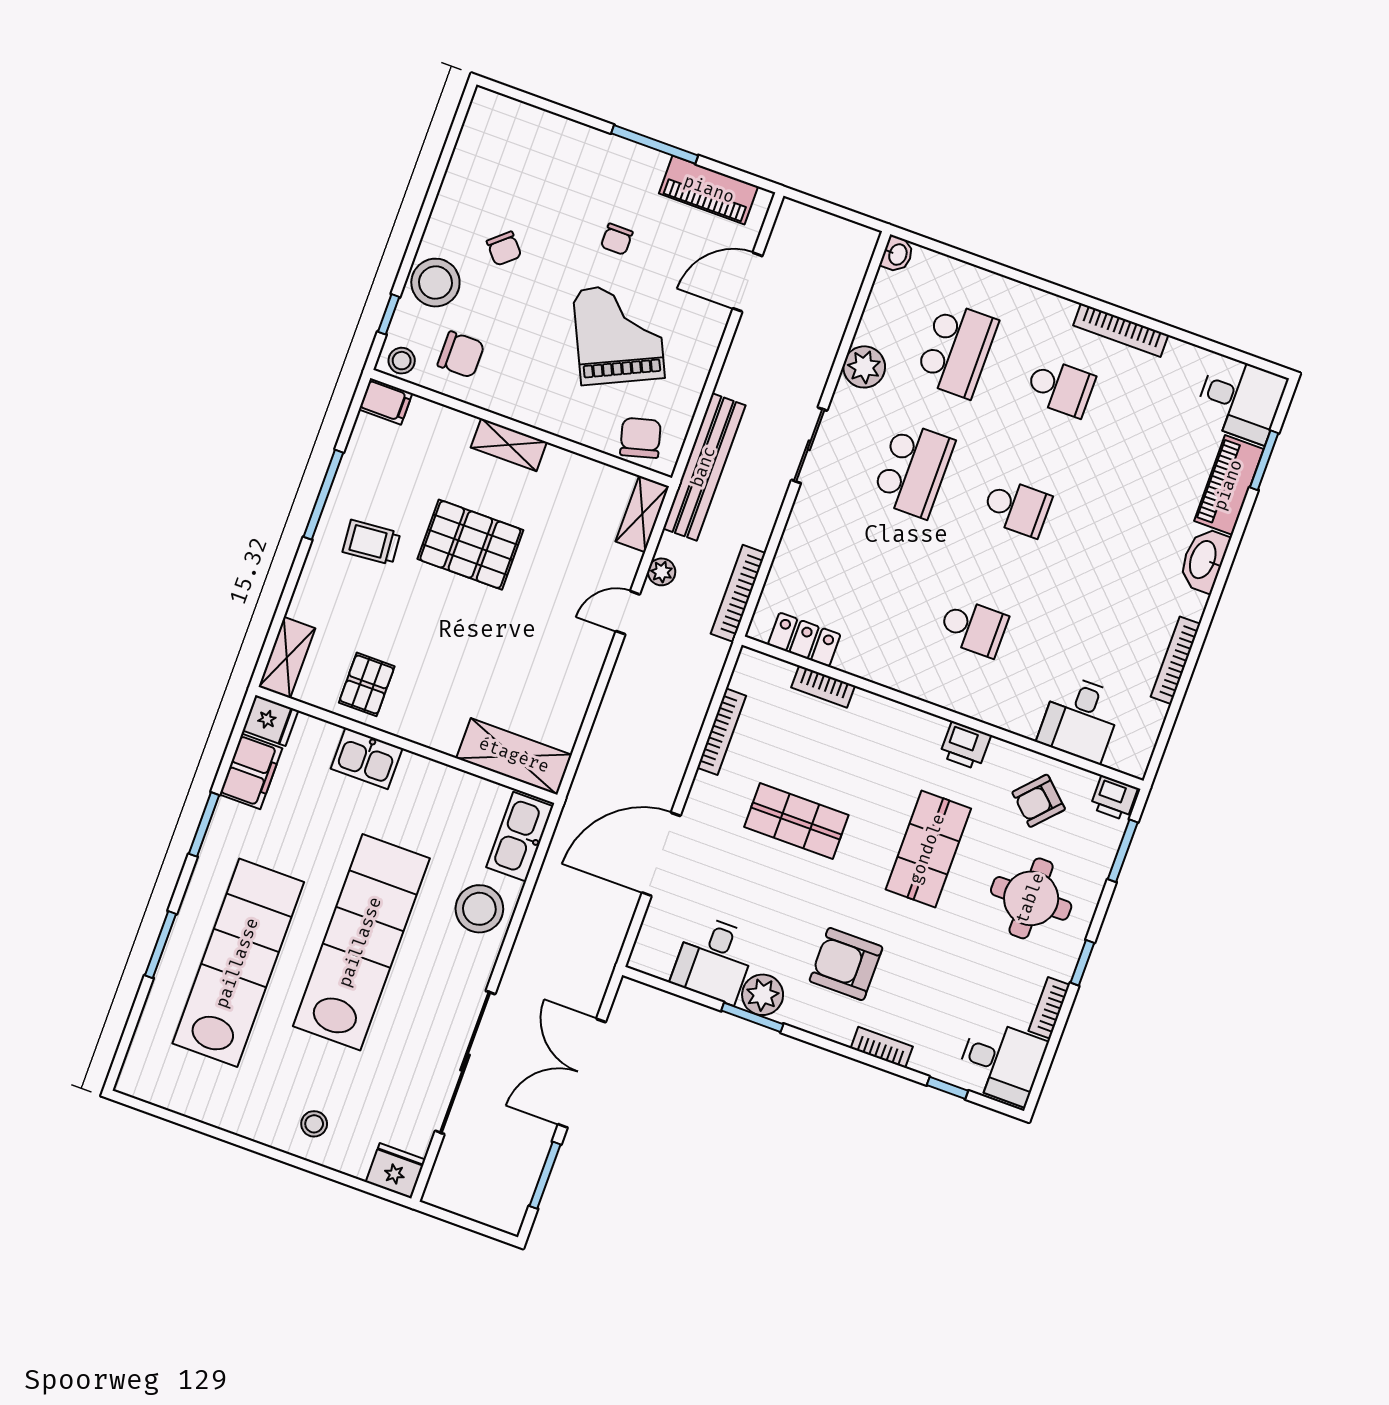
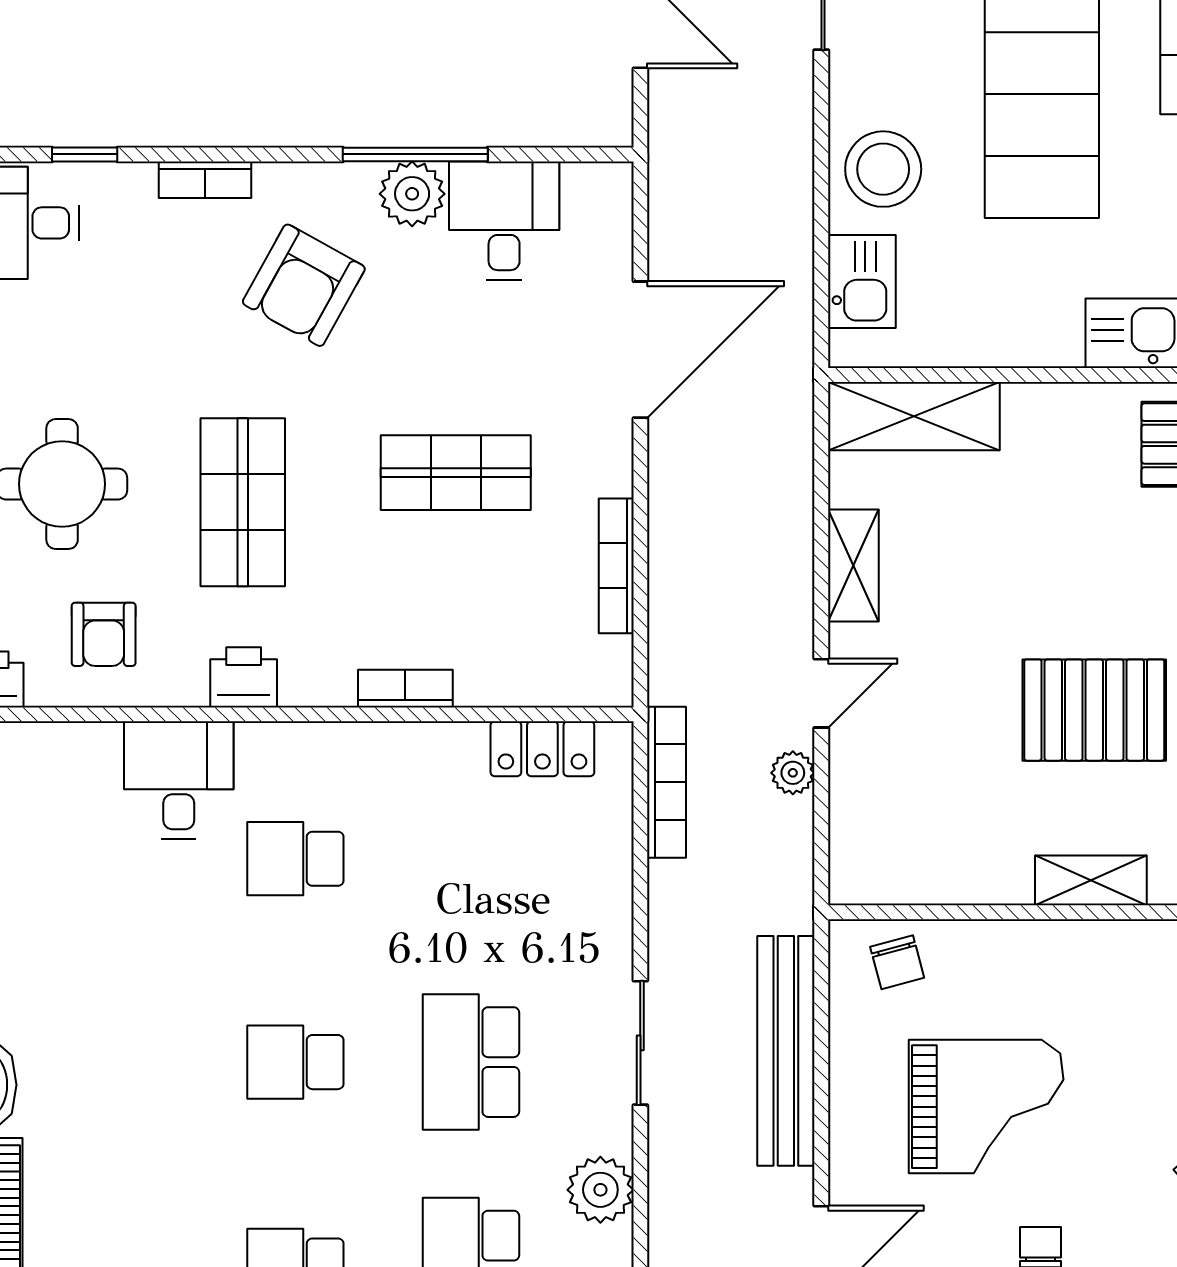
grand piano: (619, 334) -> (986, 1107), turned -65
chair: (641, 438) -> (897, 962), width x0.73, depth x0.73
bench: (704, 467) -> (786, 1051), moved
shelving: (642, 514) -> (853, 565), moved
bookcase: (823, 687) -> (405, 689), moved
desk: (1080, 719) -> (179, 780), moved
armchair: (1039, 801) -> (104, 634), turned 137
kitchen sink: (520, 837) -> (862, 282), width x0.73
armchair: (846, 964) -> (304, 285), turned 119
window: (752, 1017) -> (415, 154), width x1.44

